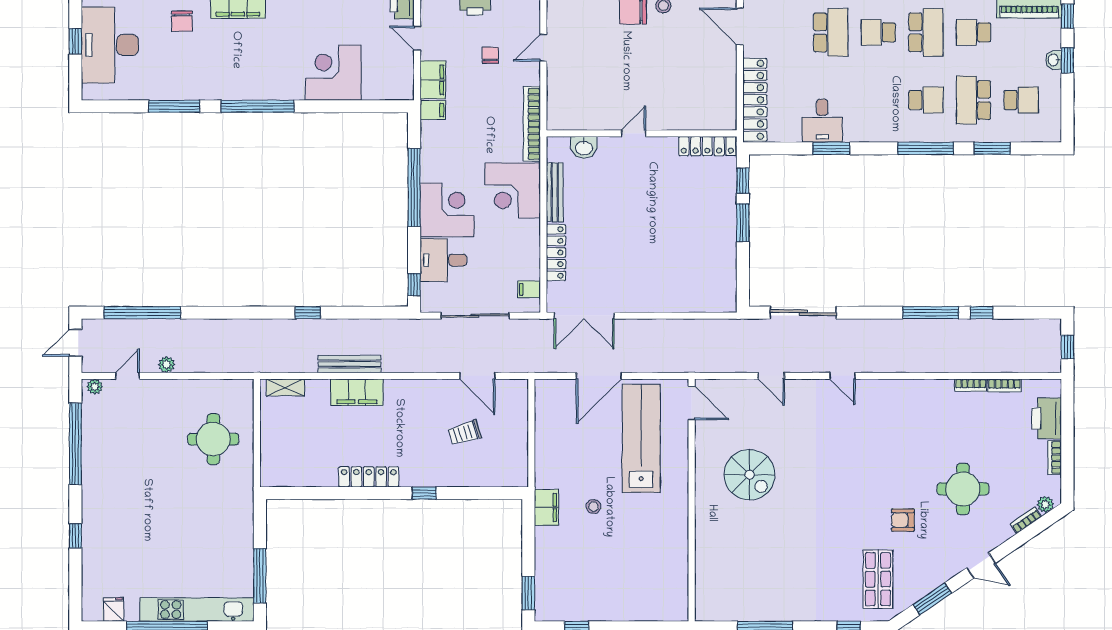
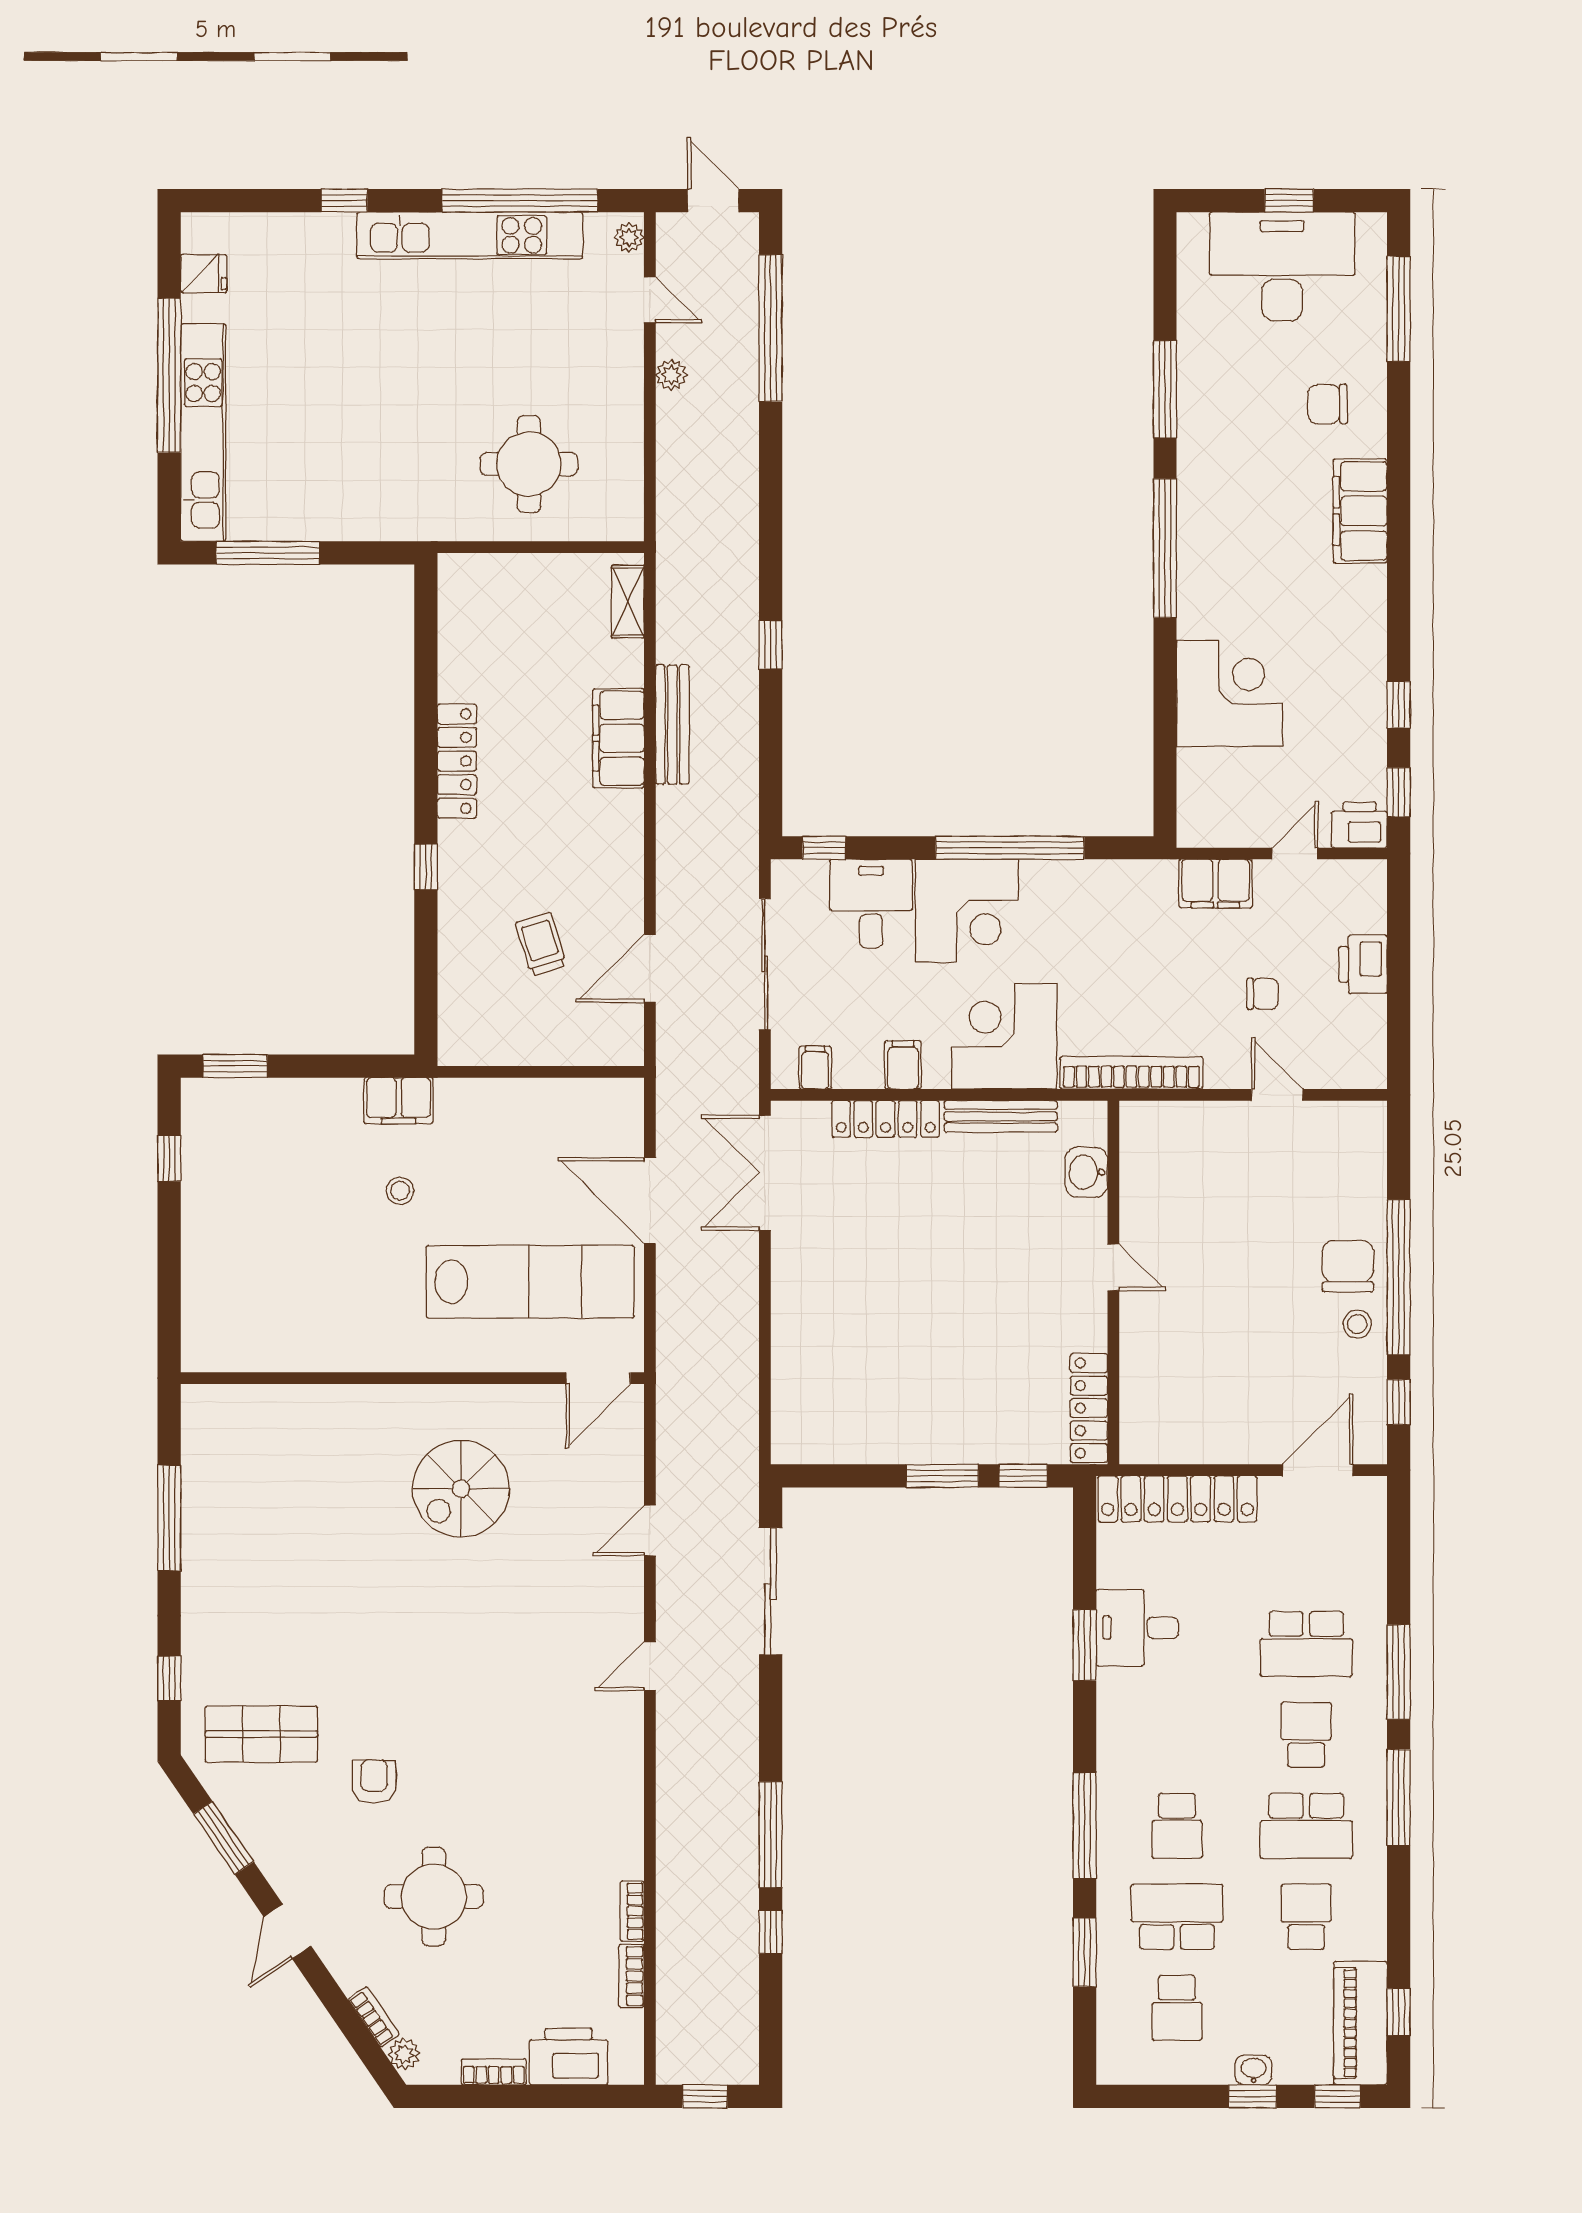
filing cabinet: (433, 110) -> (903, 1065), moved, turned 180
kitchen unit: (94, 470) -> (470, 235), added

